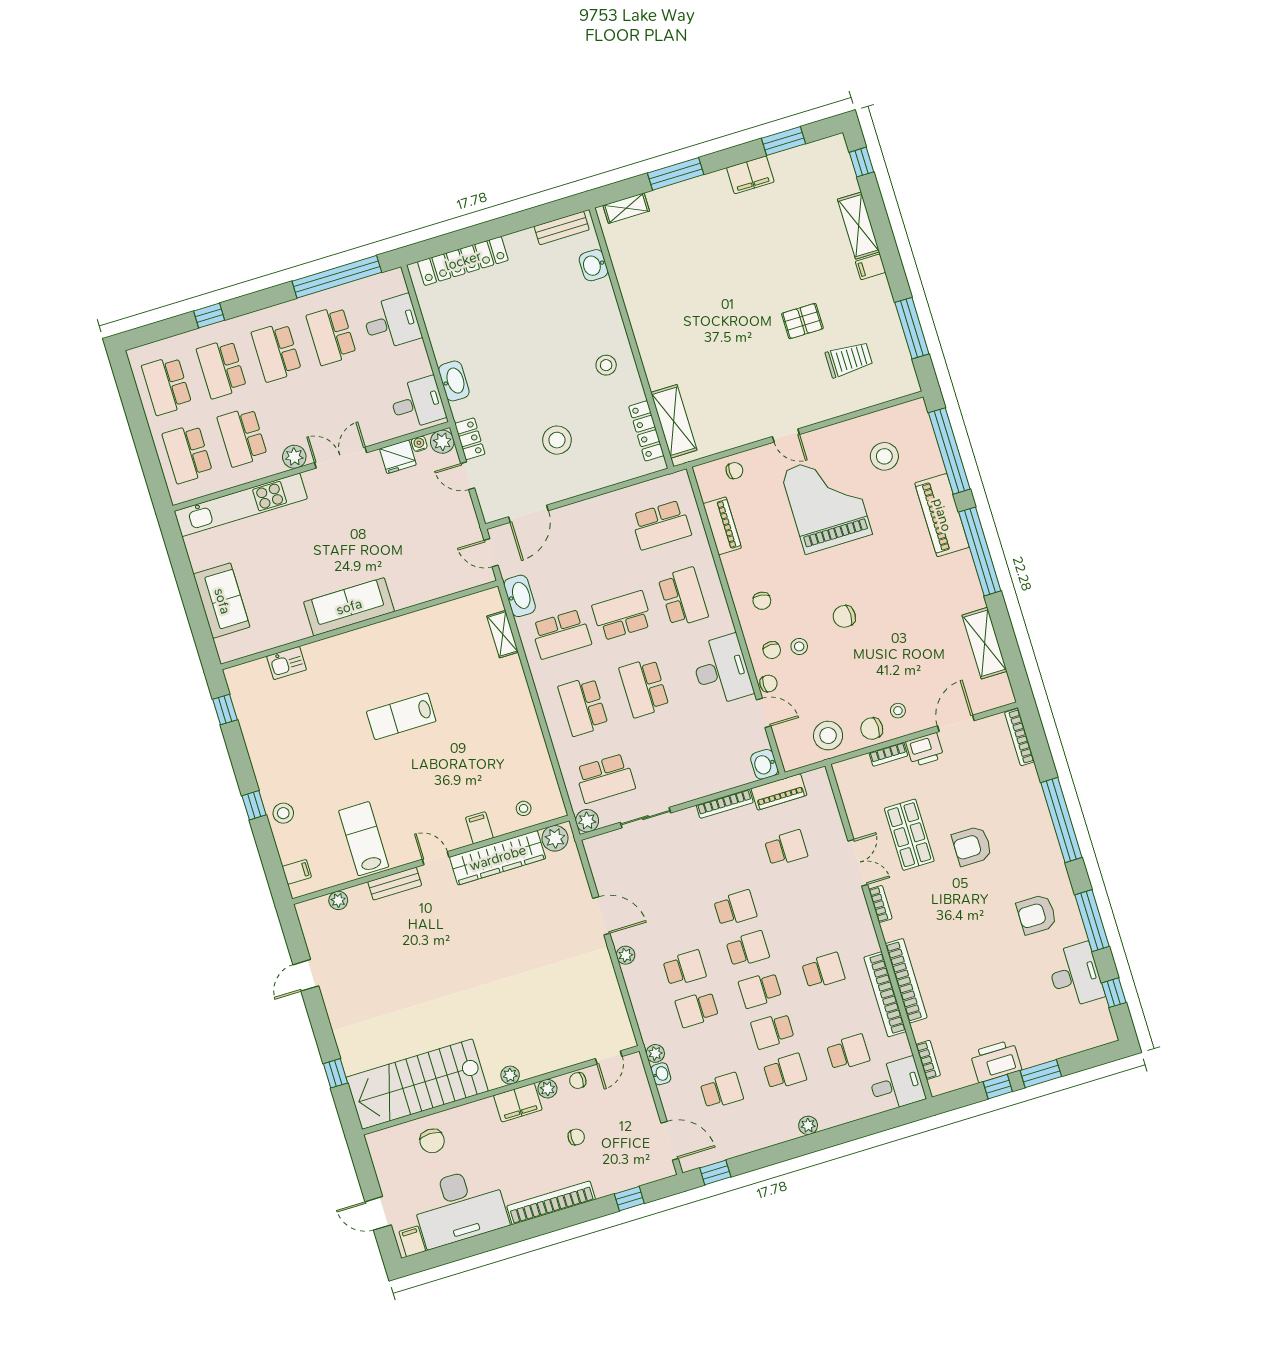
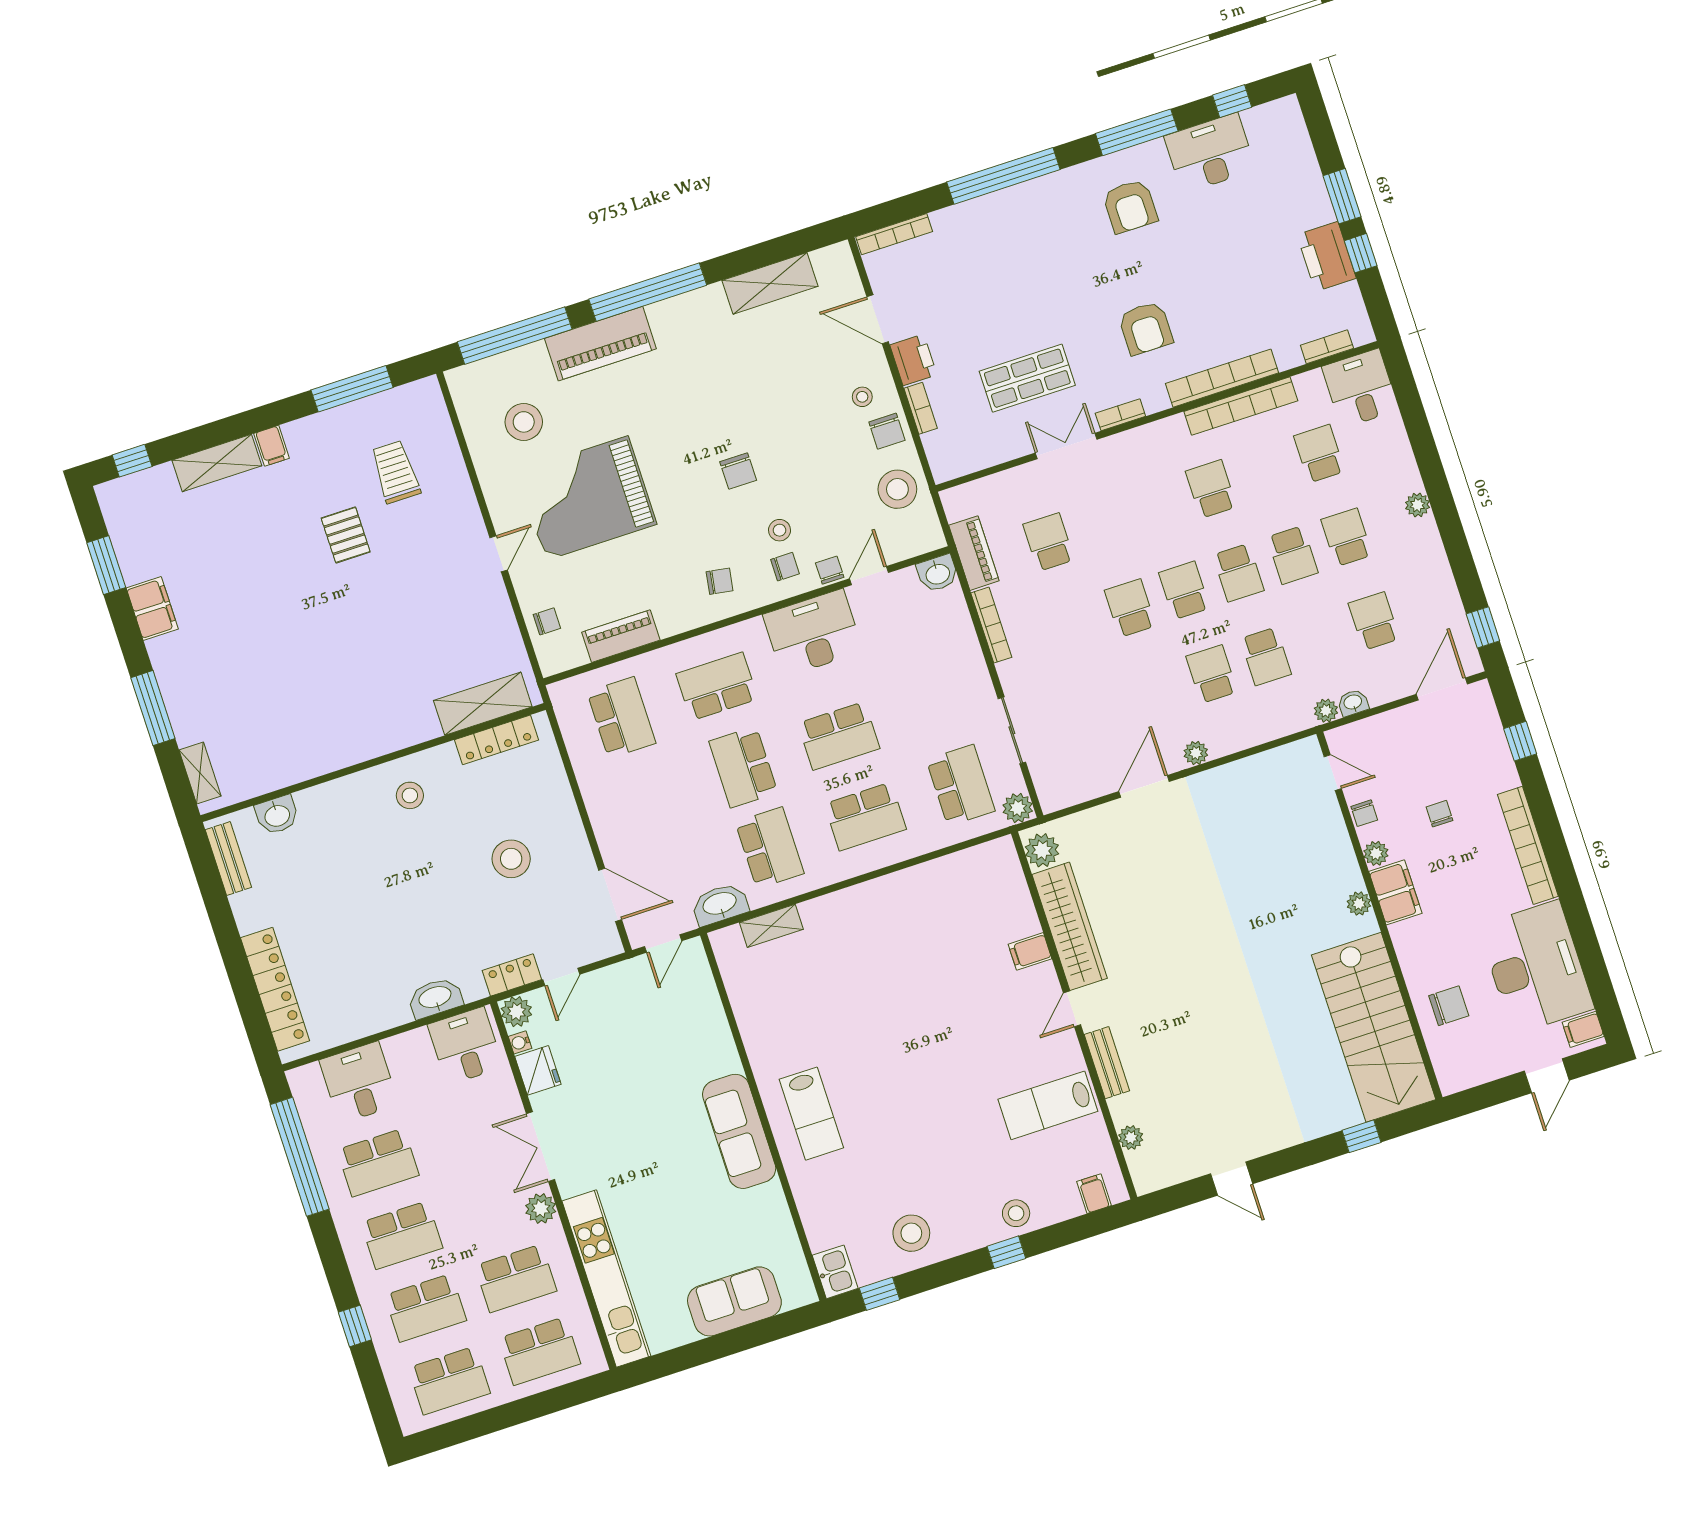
chair: (734, 471) -> (547, 621), turned 90
kitchen sink: (287, 663) -> (835, 1272), moved
lab bench: (401, 716) -> (811, 1114), moved
stool: (524, 808) -> (911, 1233), moved, width x1.89, depth x1.89
armchair: (972, 846) -> (1146, 328), moved

